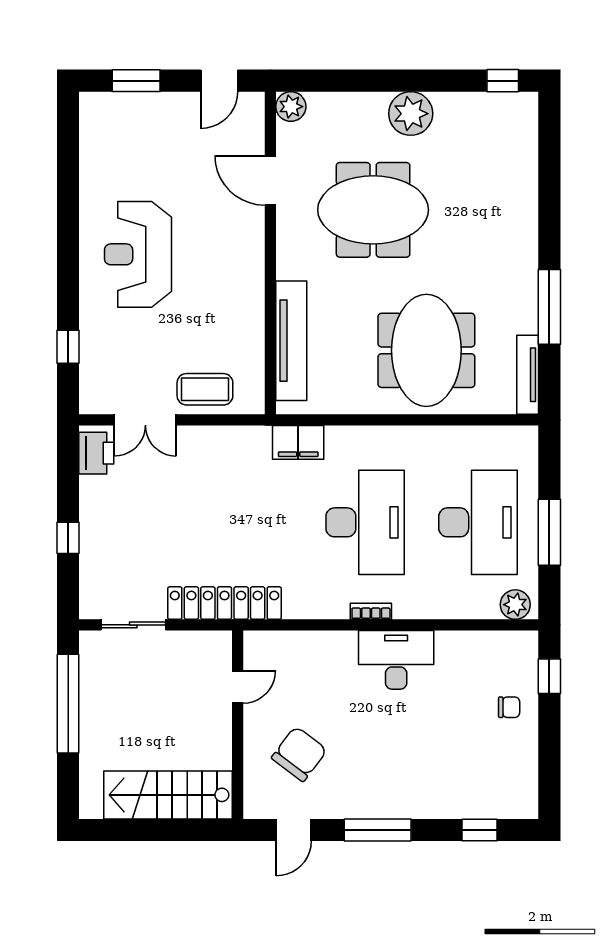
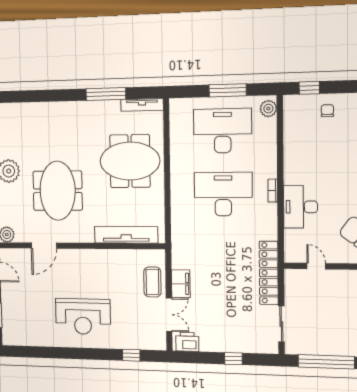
filing cabinet: (298, 442) -> (181, 284), moved
desk: (396, 660) -> (300, 207), moved

